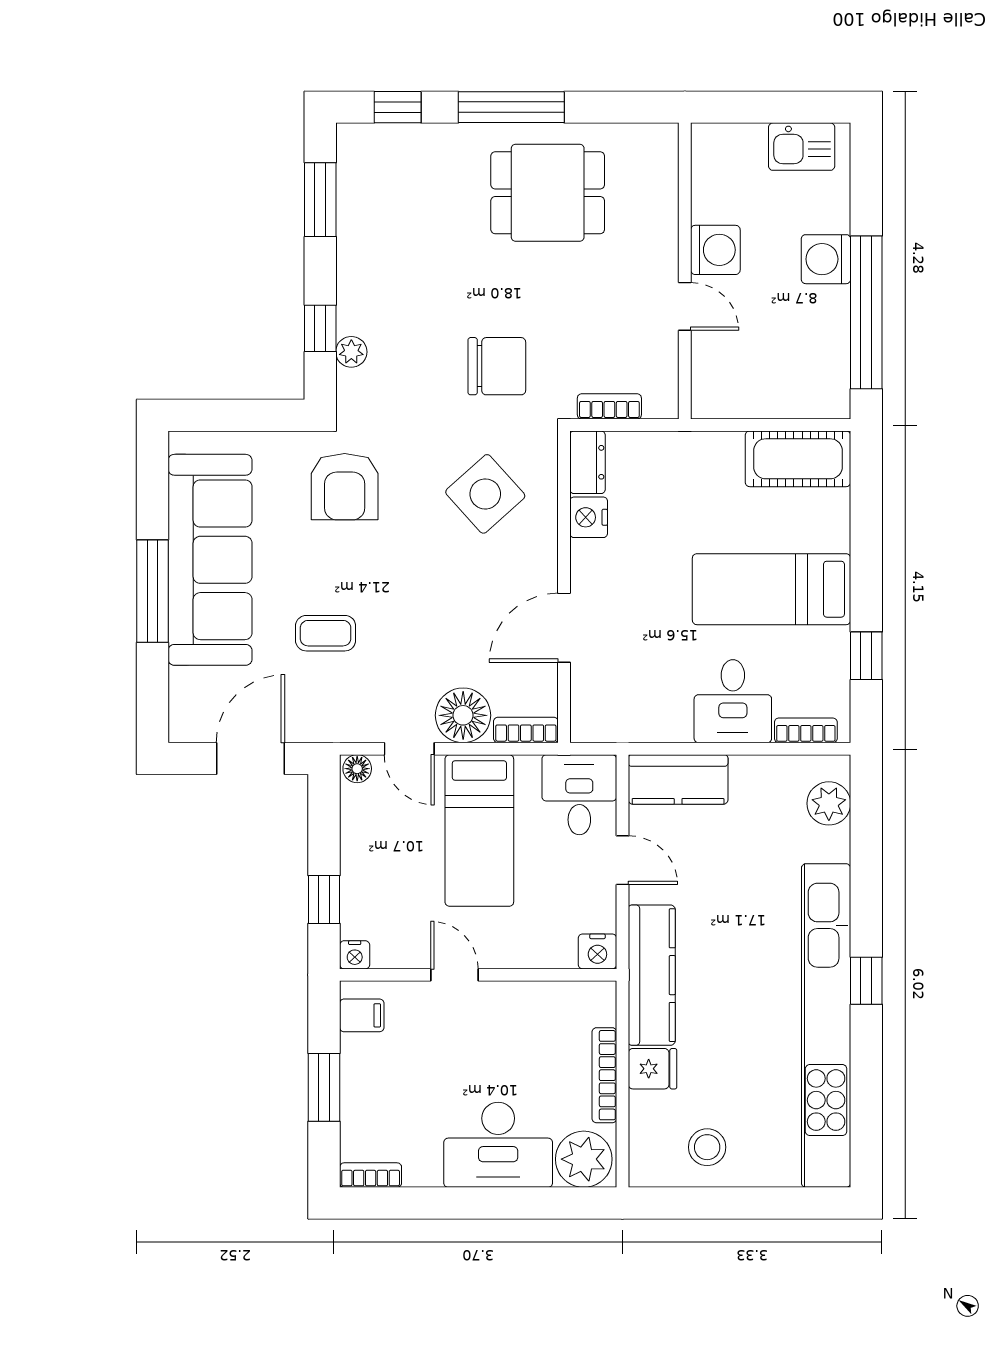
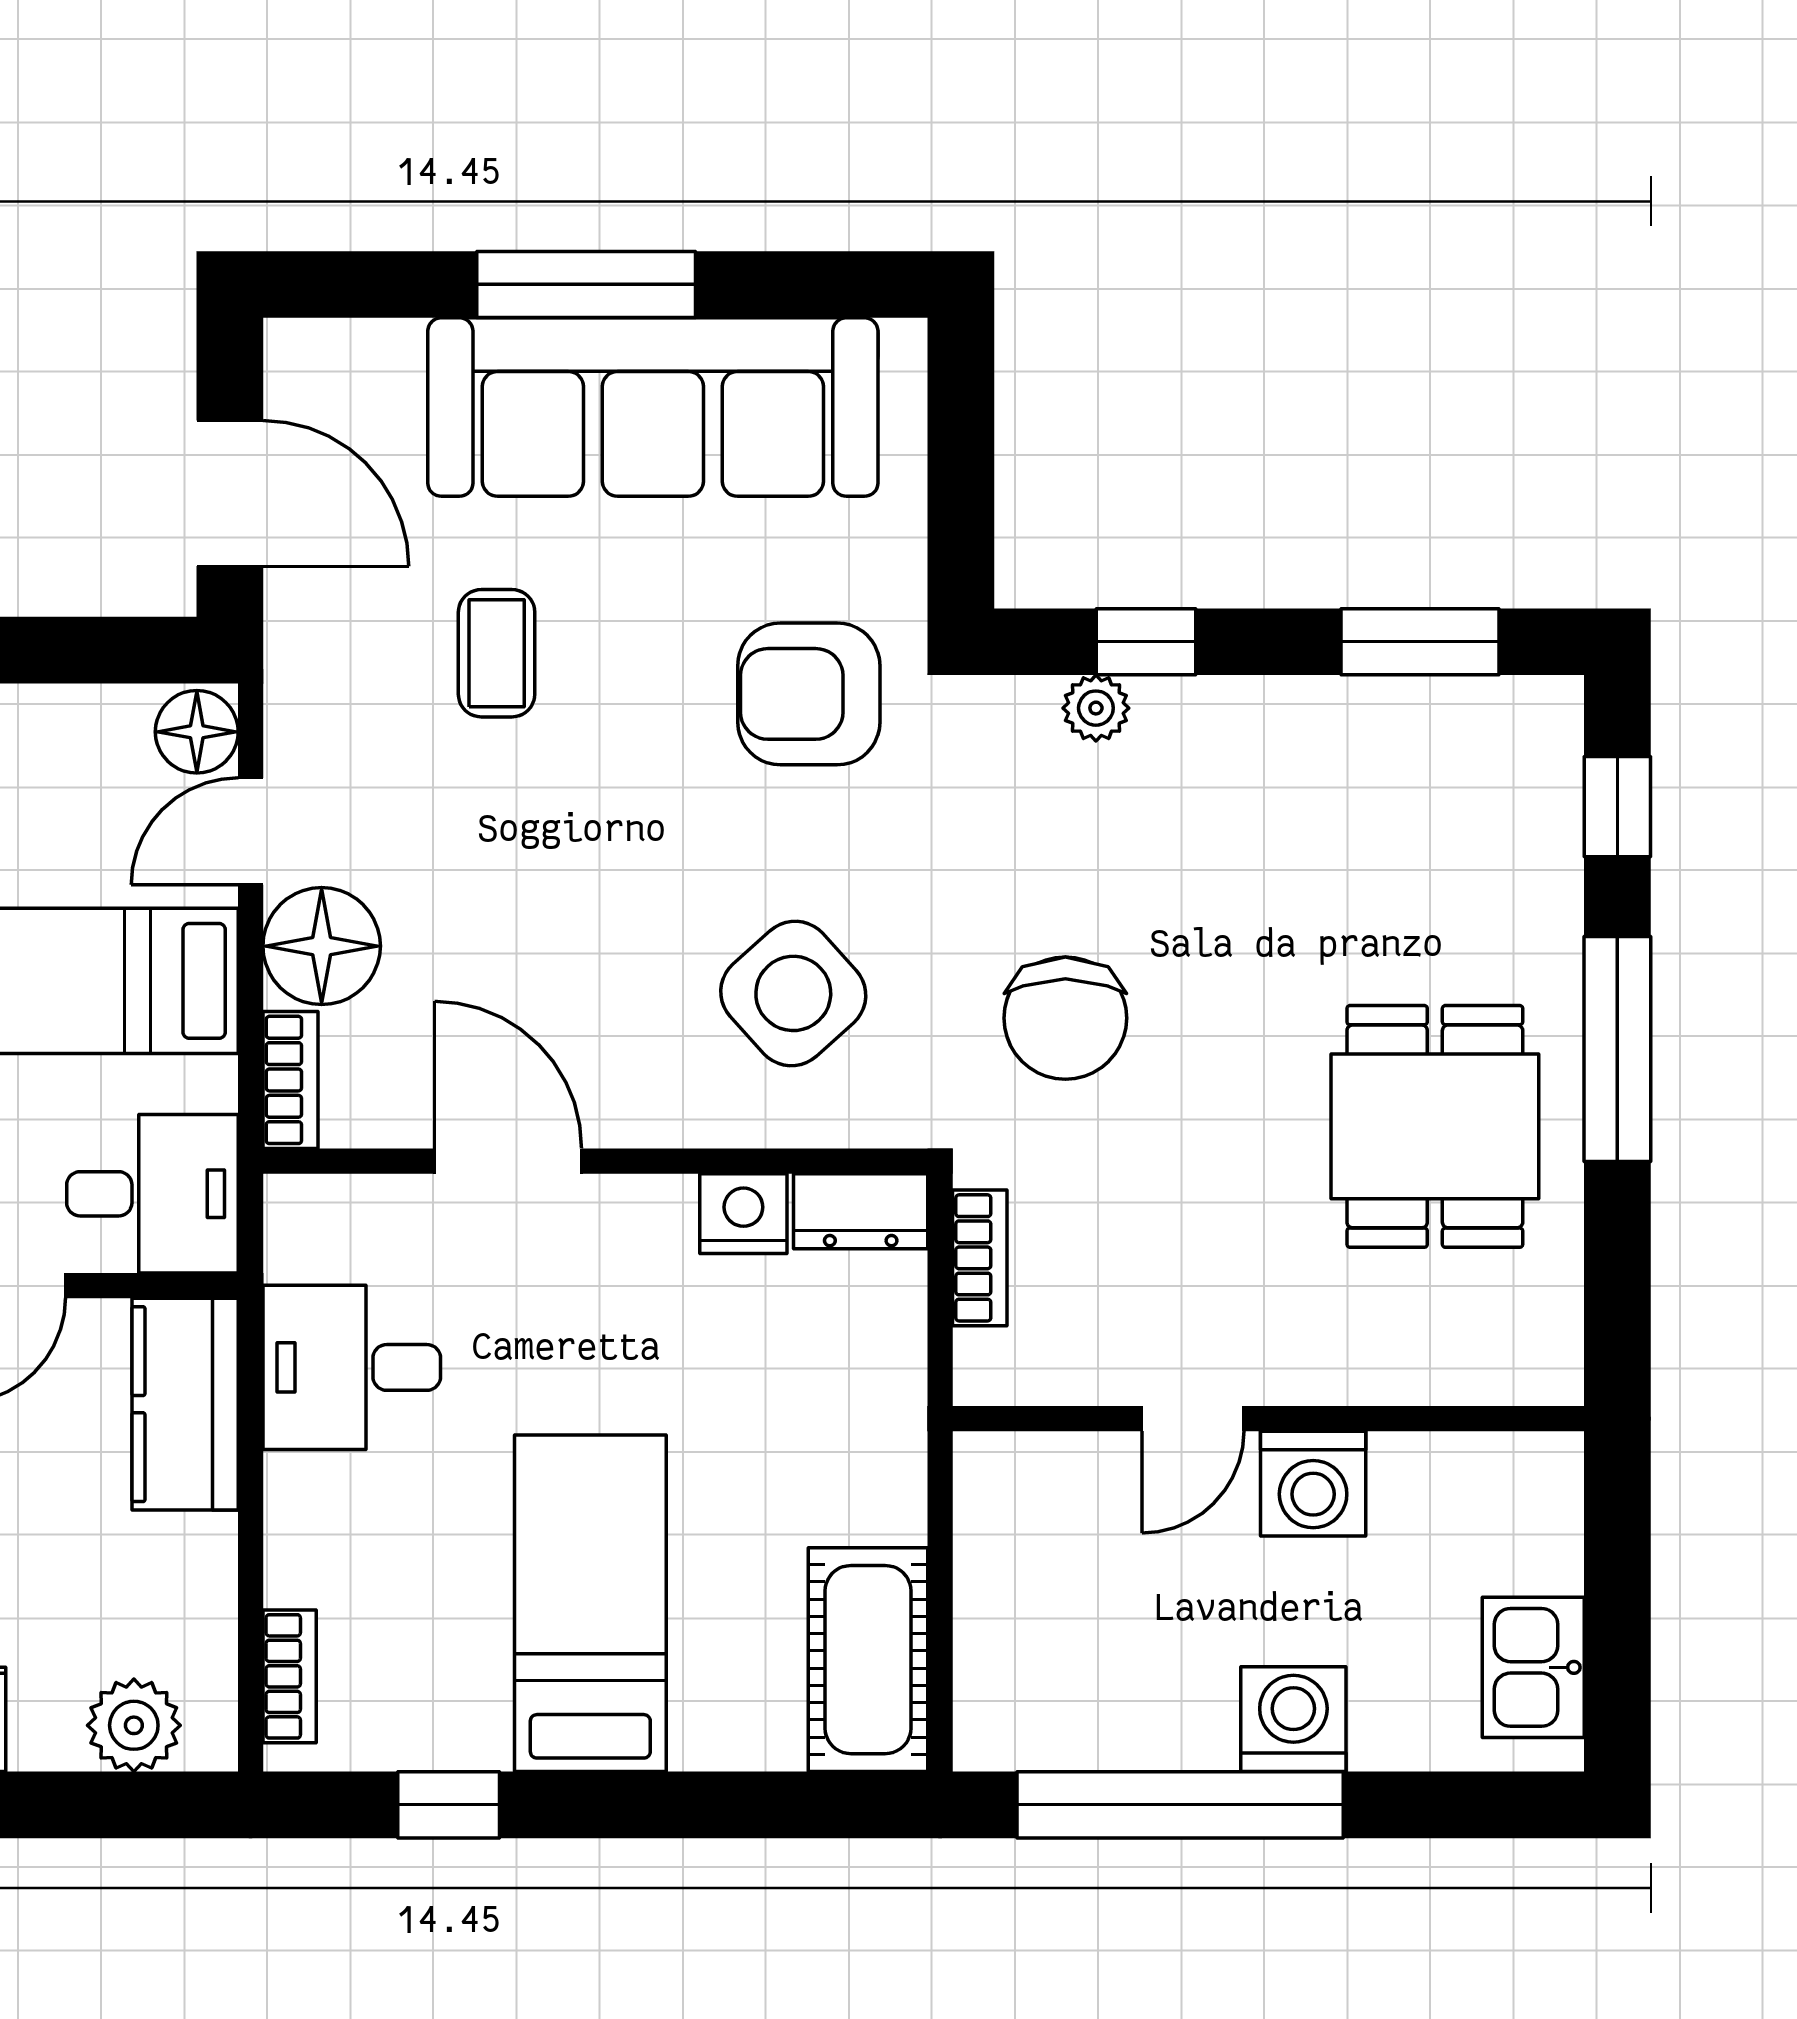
desk: (733, 701) -> (352, 1367), moved
floor lamp: (357, 769) -> (197, 732), width x1.37, depth x1.37

